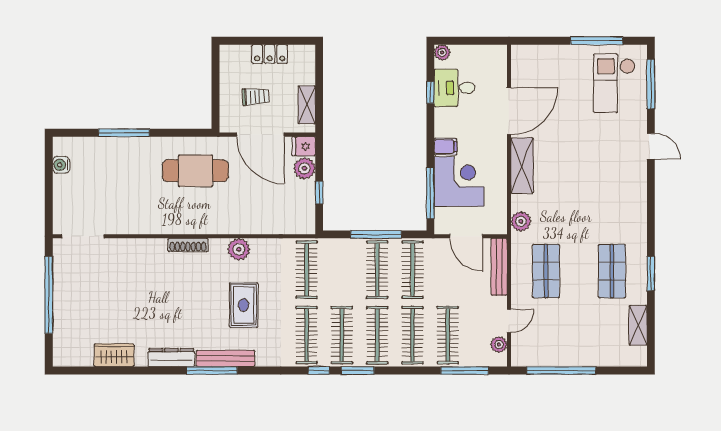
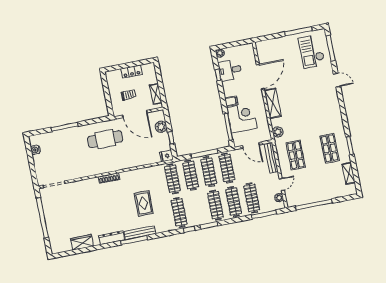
fridge: (304, 146) -> (166, 156), moved
plant: (239, 249) -> (135, 175), removed
clothes rail: (342, 335) -> (191, 175), moved

